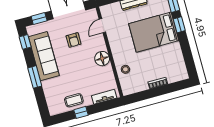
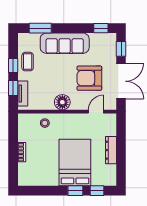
door: (102, 26) -> (96, 112), hinge flipped
armchair: (74, 40) -> (89, 78), width x1.88, depth x1.88
sofa: (44, 56) -> (65, 43), moved
window: (35, 77) -> (40, 28), moved
window: (101, 107) -> (13, 88), added

